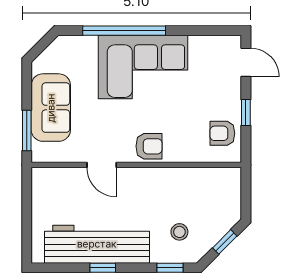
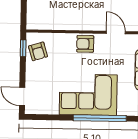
window: (246, 113) -> (23, 48), moved
armchair: (222, 133) -> (38, 51), turned 73

